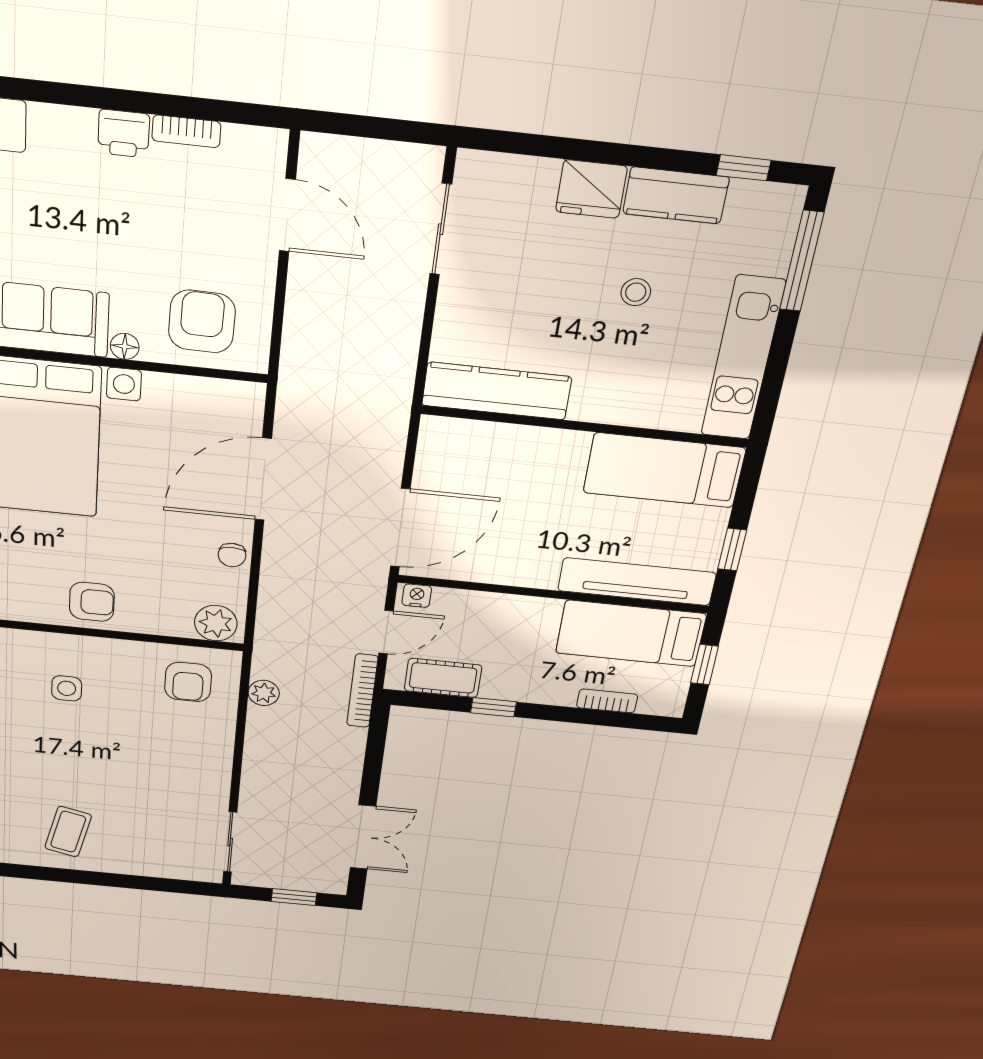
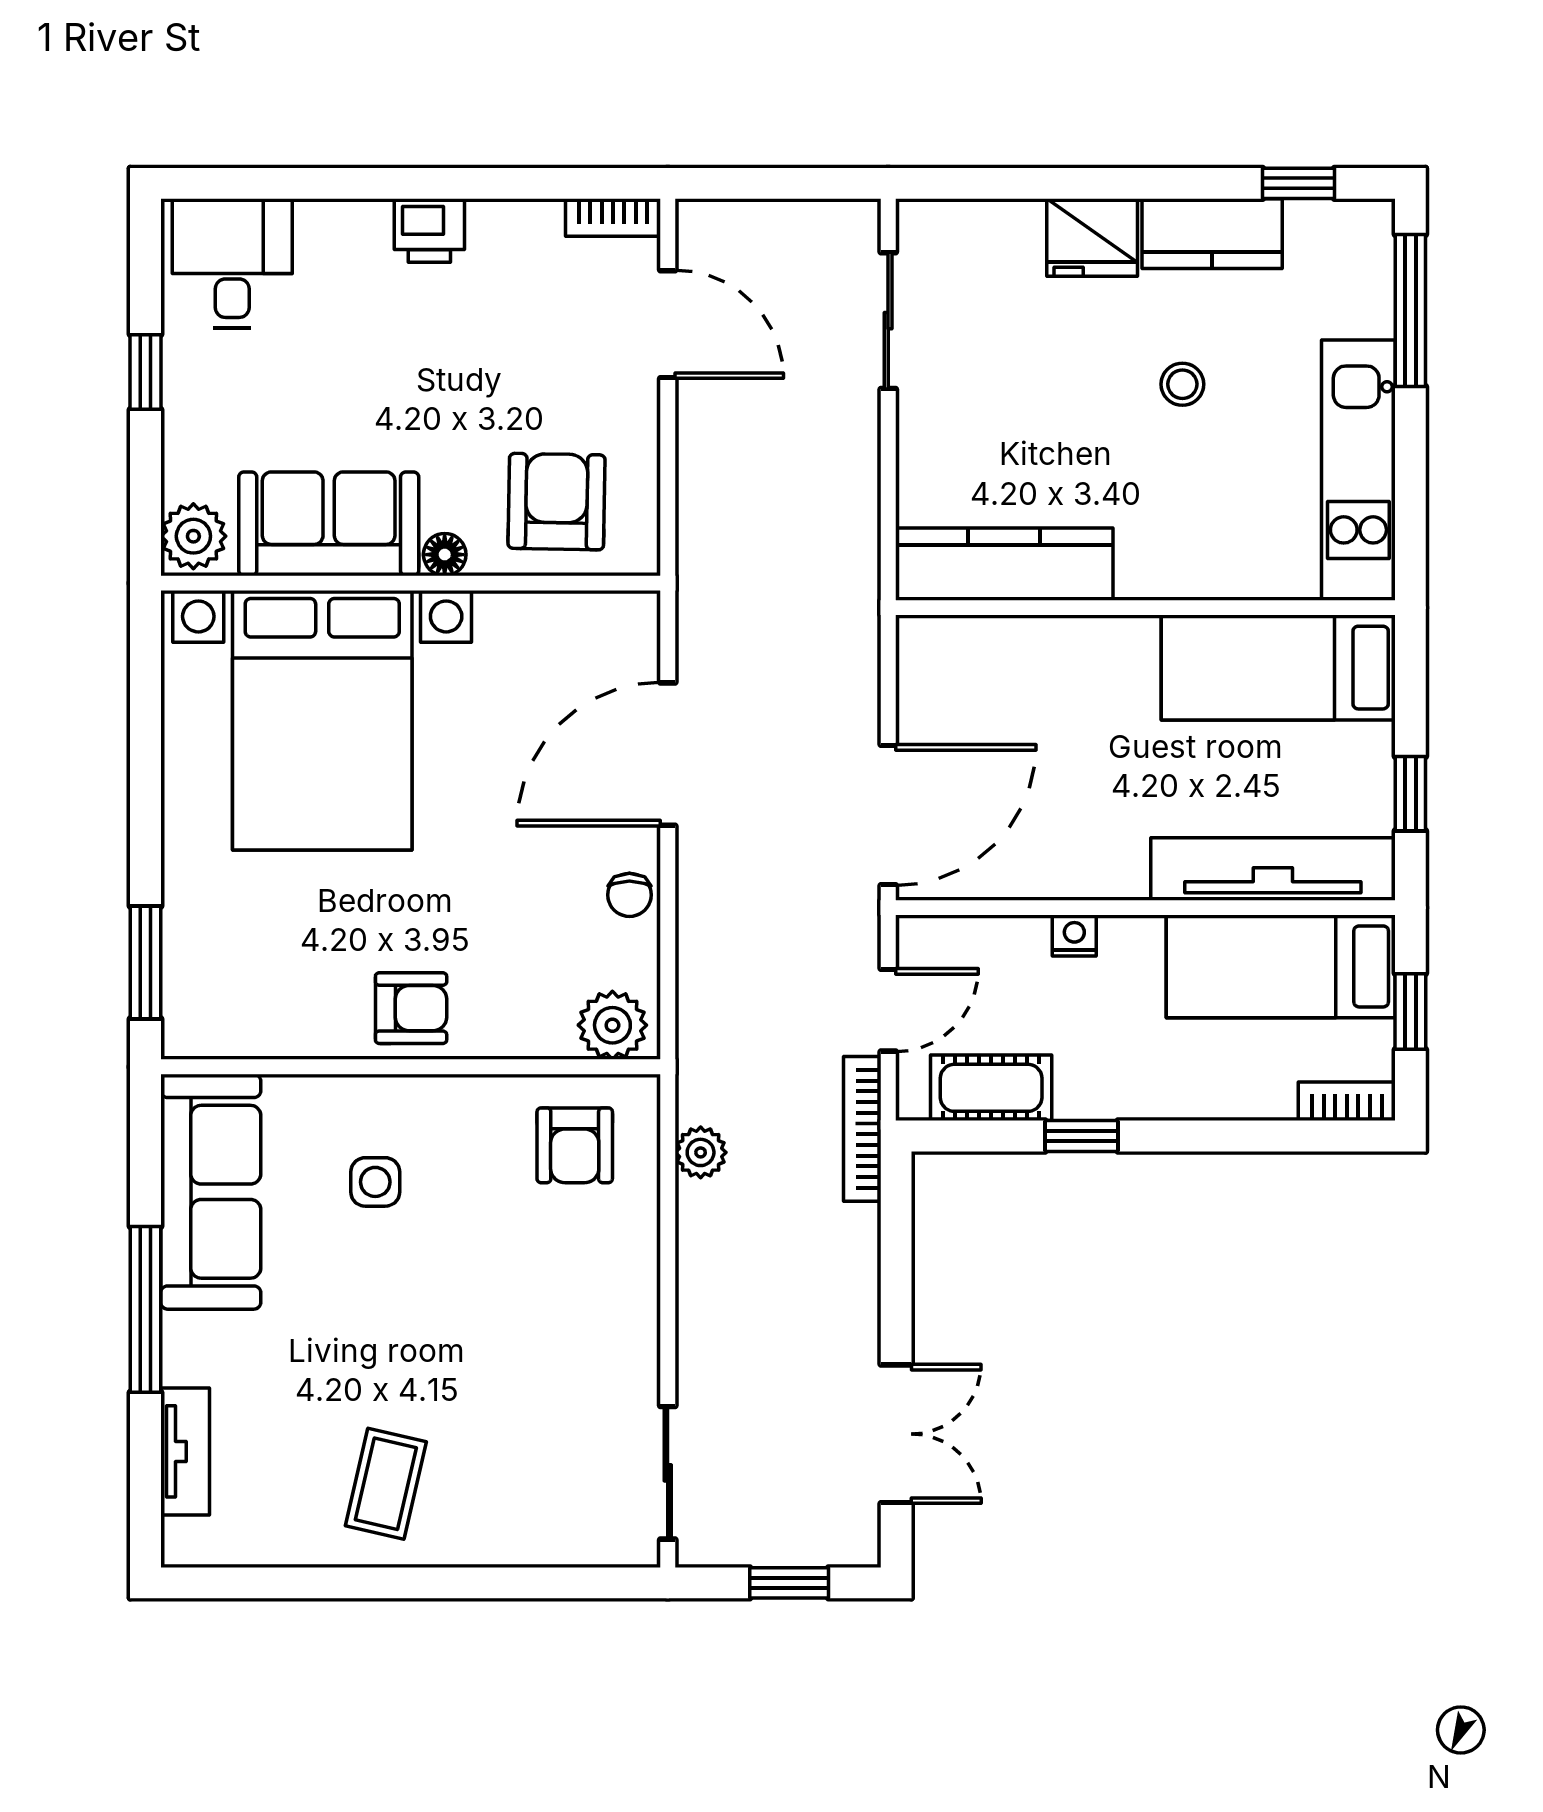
bookcase: (186, 131) -> (613, 218), moved
nightstand: (417, 596) -> (1074, 936), moved
bookcase: (607, 701) -> (1347, 1101), moved

